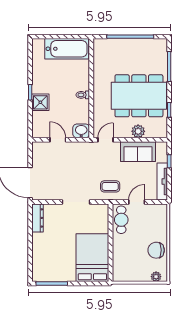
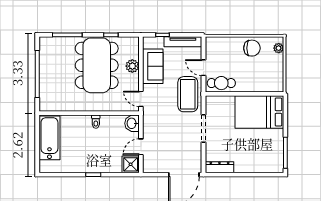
shower: (40, 102) -> (131, 164), moved
coffee table: (110, 186) -> (188, 94), width x1.86, depth x1.72
chair: (156, 250) -> (252, 48), turned -90

